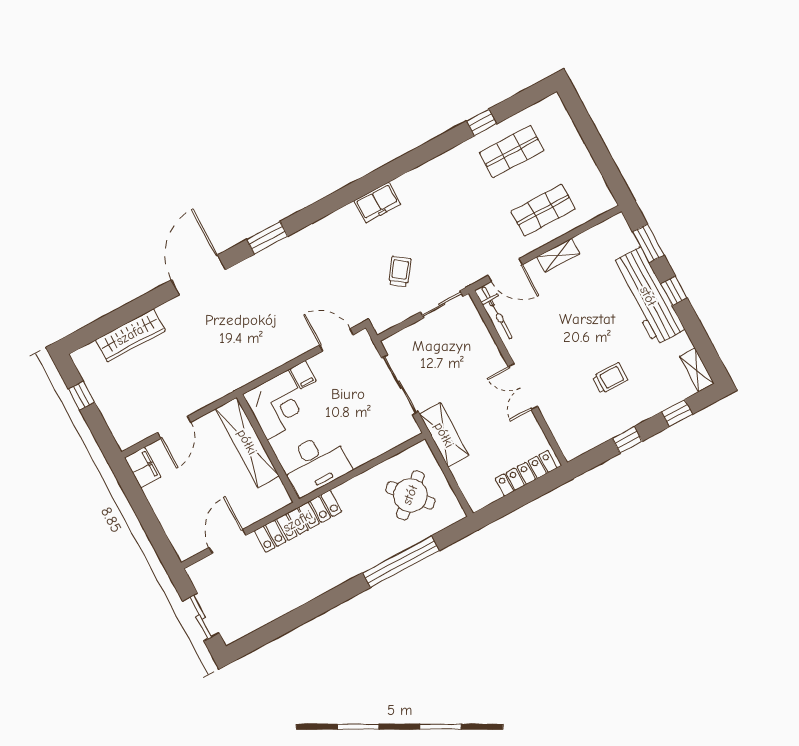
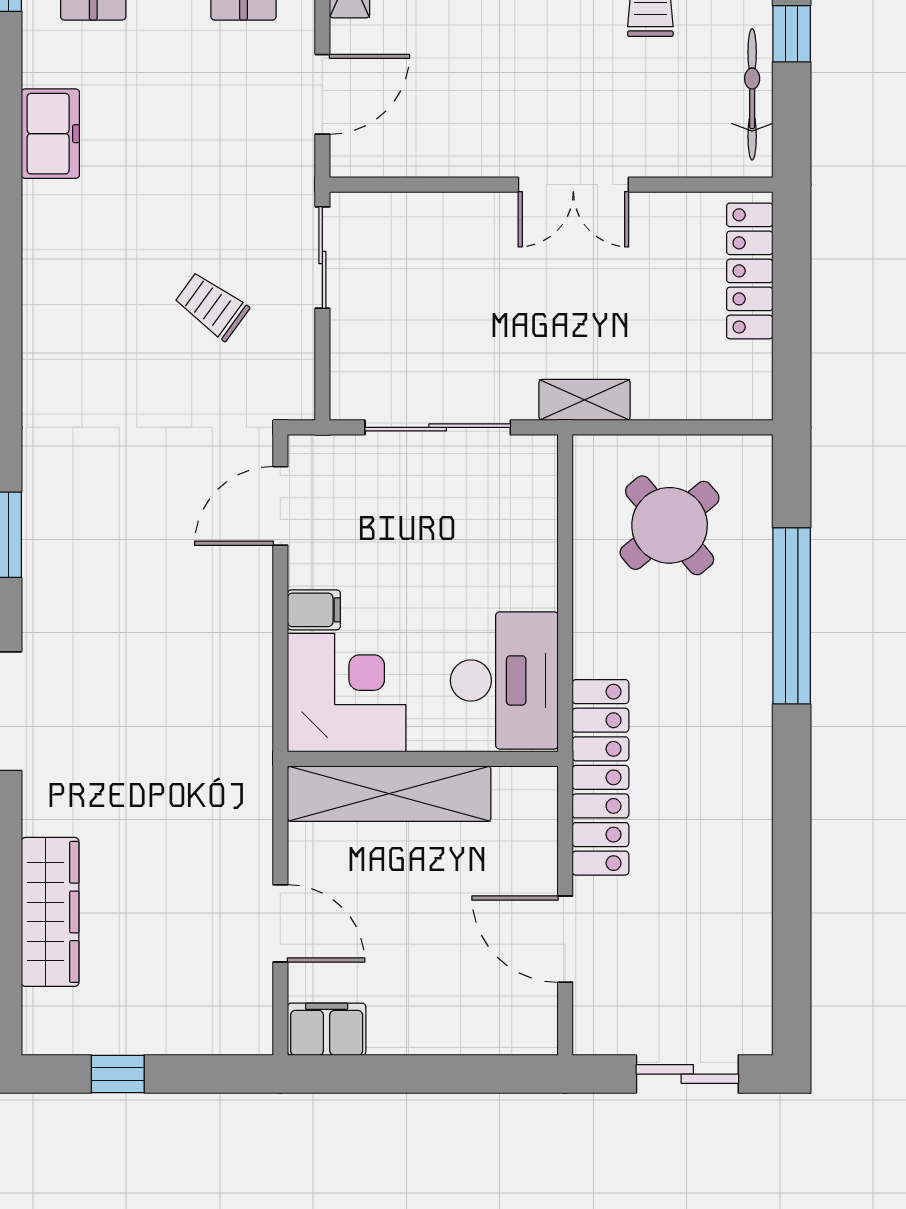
freezer: (377, 203) -> (50, 134), moved
bicycle: (497, 313) -> (752, 94), moved, turned -90
shelving: (444, 435) -> (585, 400), width x0.67, depth x0.75

